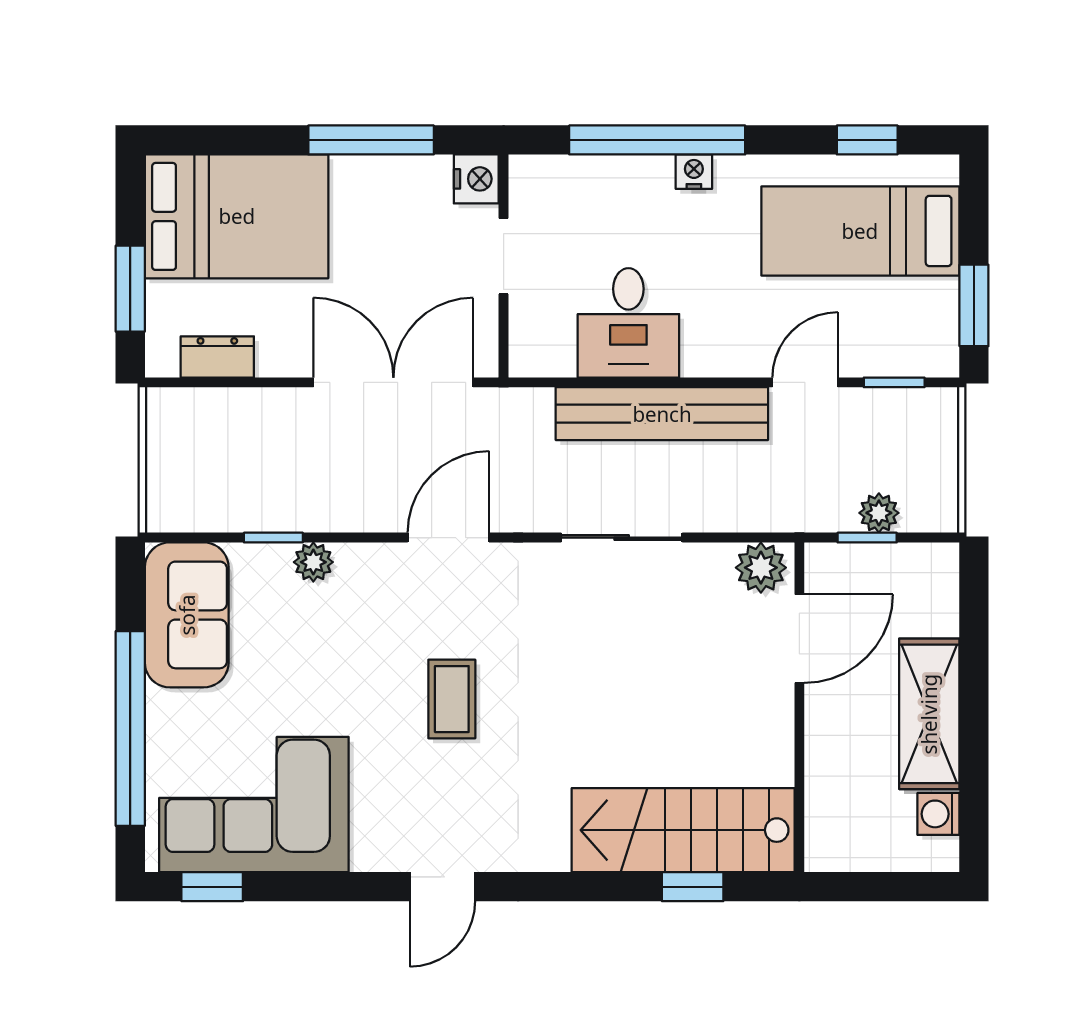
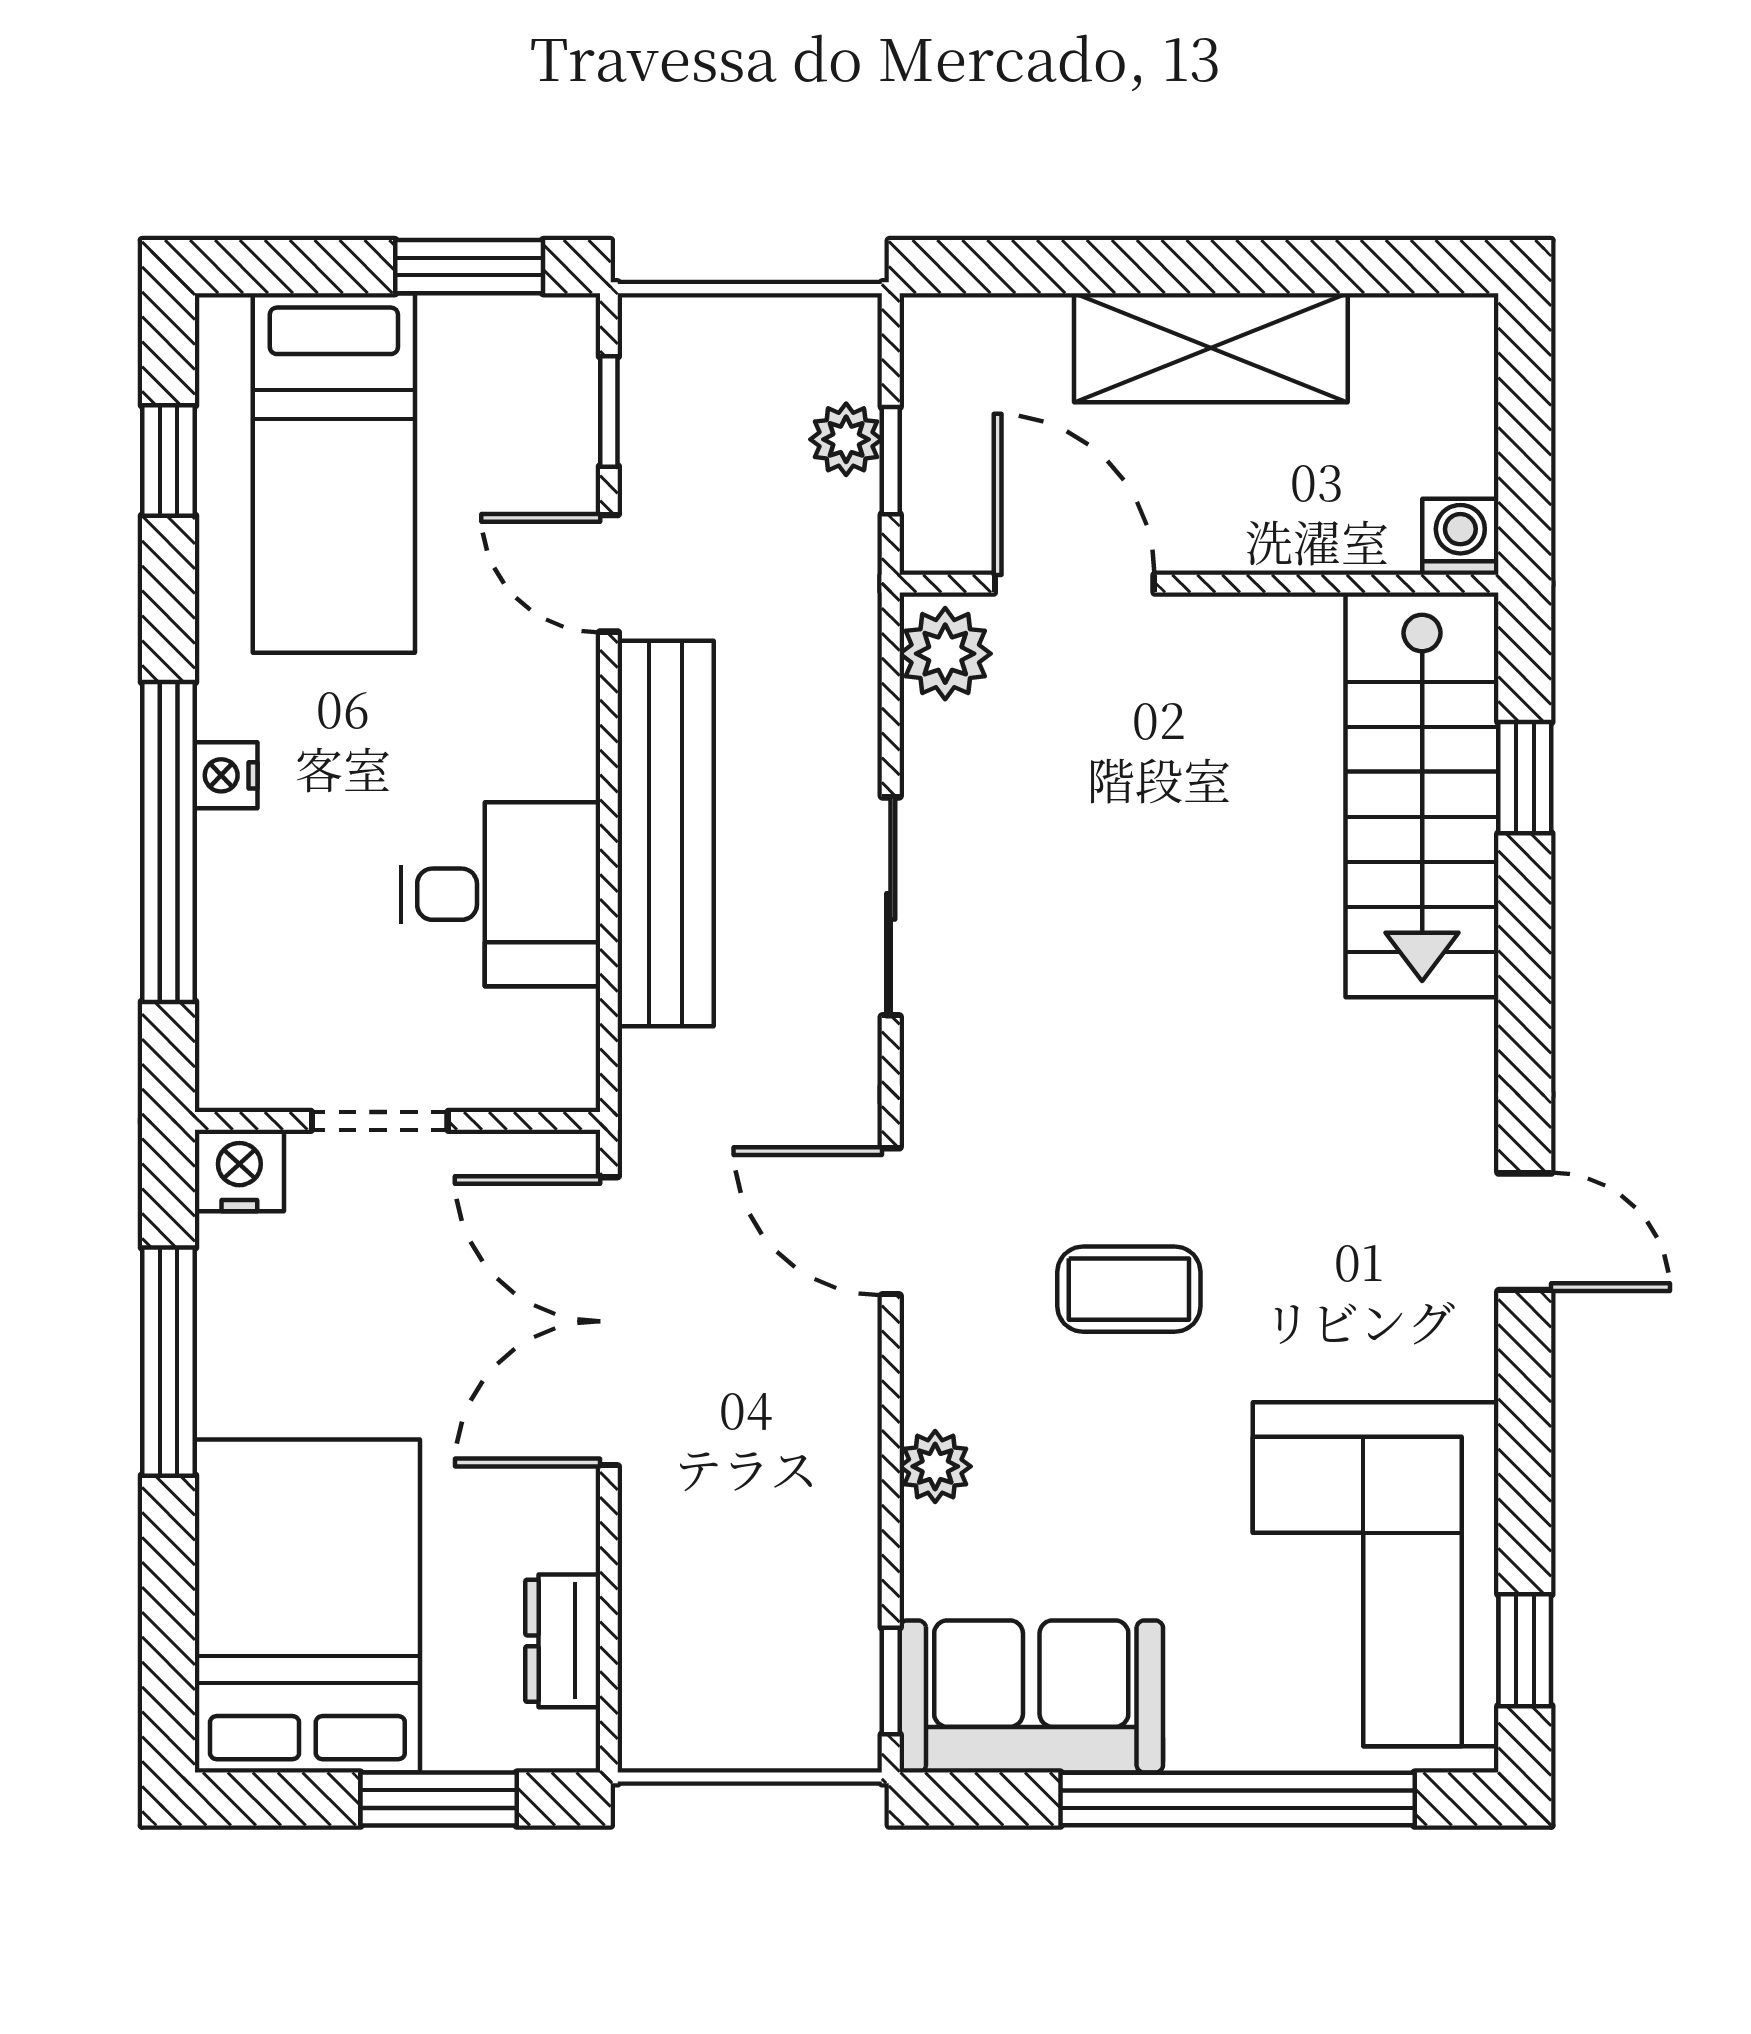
window: (273, 538) -> (891, 1681), moved
coffee table: (452, 699) -> (1129, 1289), moved
washing machine: (938, 814) -> (1460, 537), moved, turned 180

